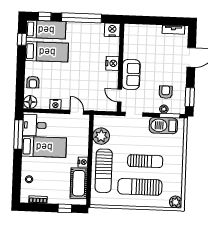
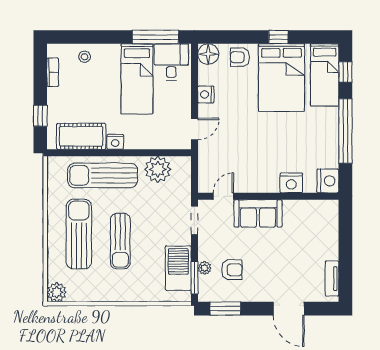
window: (22, 39) -> (278, 37), moved
bed: (47, 52) -> (282, 78), width x1.50
nightstand: (112, 63) -> (291, 183), moved

